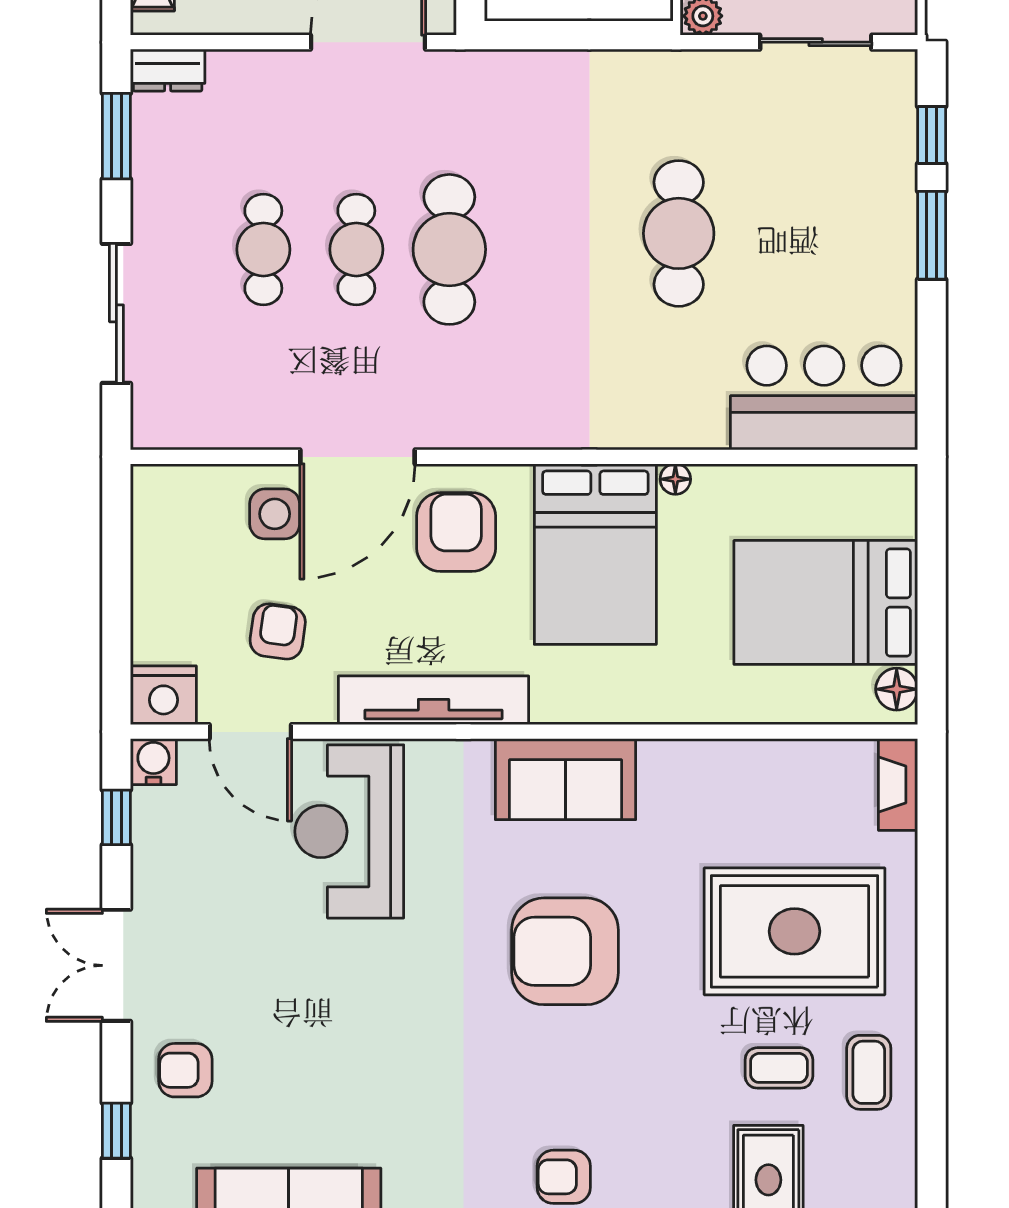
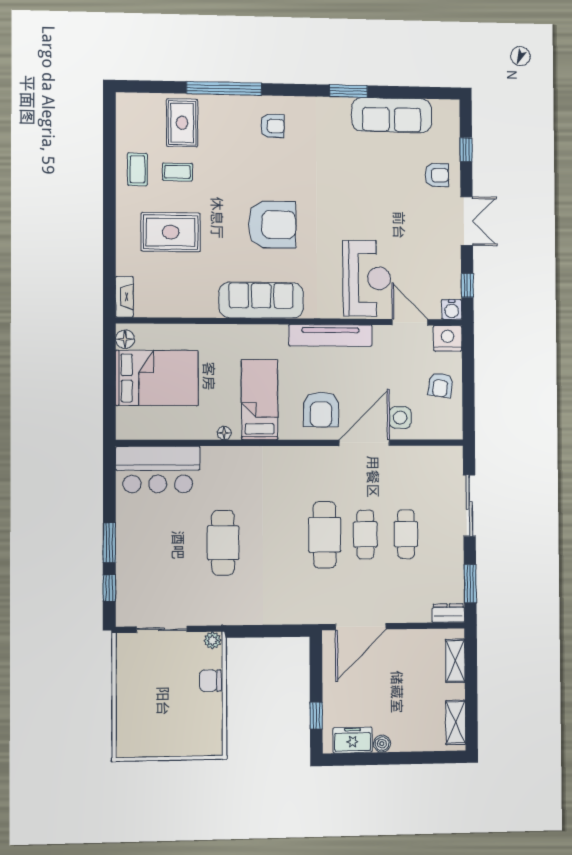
bed: (595, 554) -> (260, 400), width x0.67
armchair: (278, 631) -> (440, 385), moved
sofa: (565, 779) -> (261, 300), width x1.36
rug: (794, 931) -> (171, 232), width x0.73, depth x0.69

